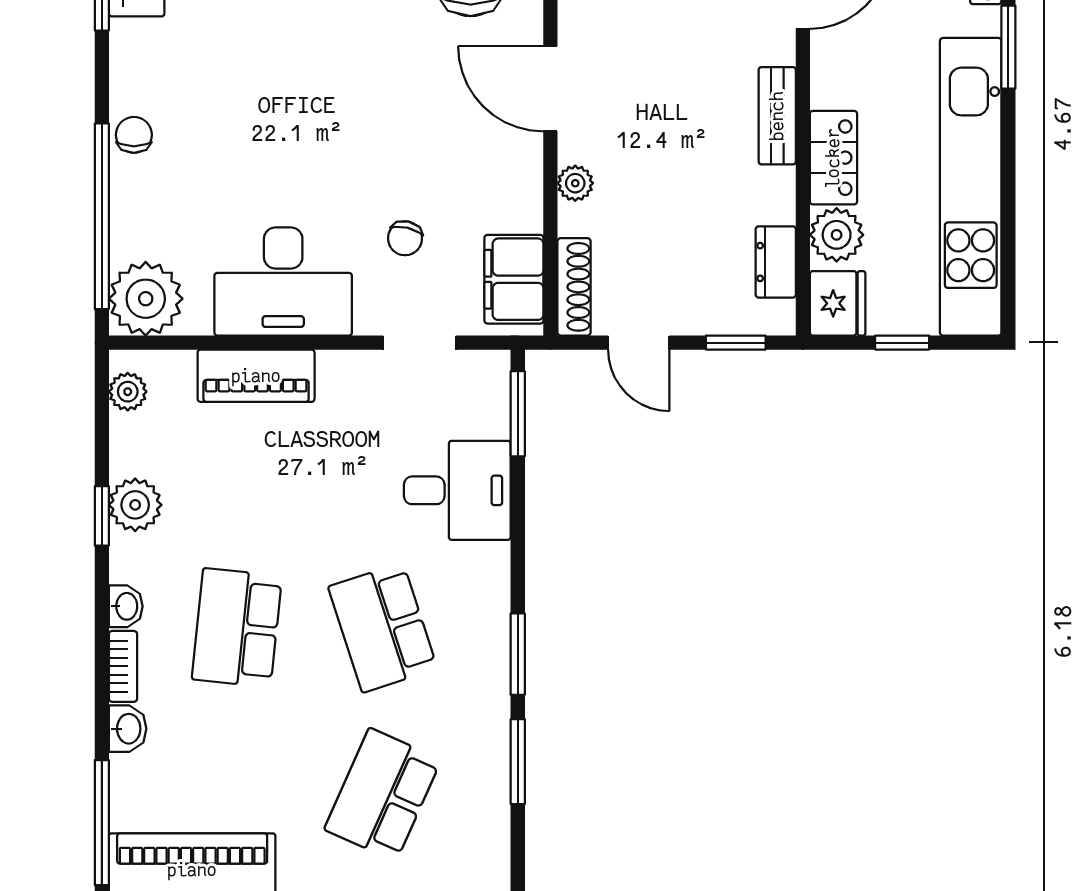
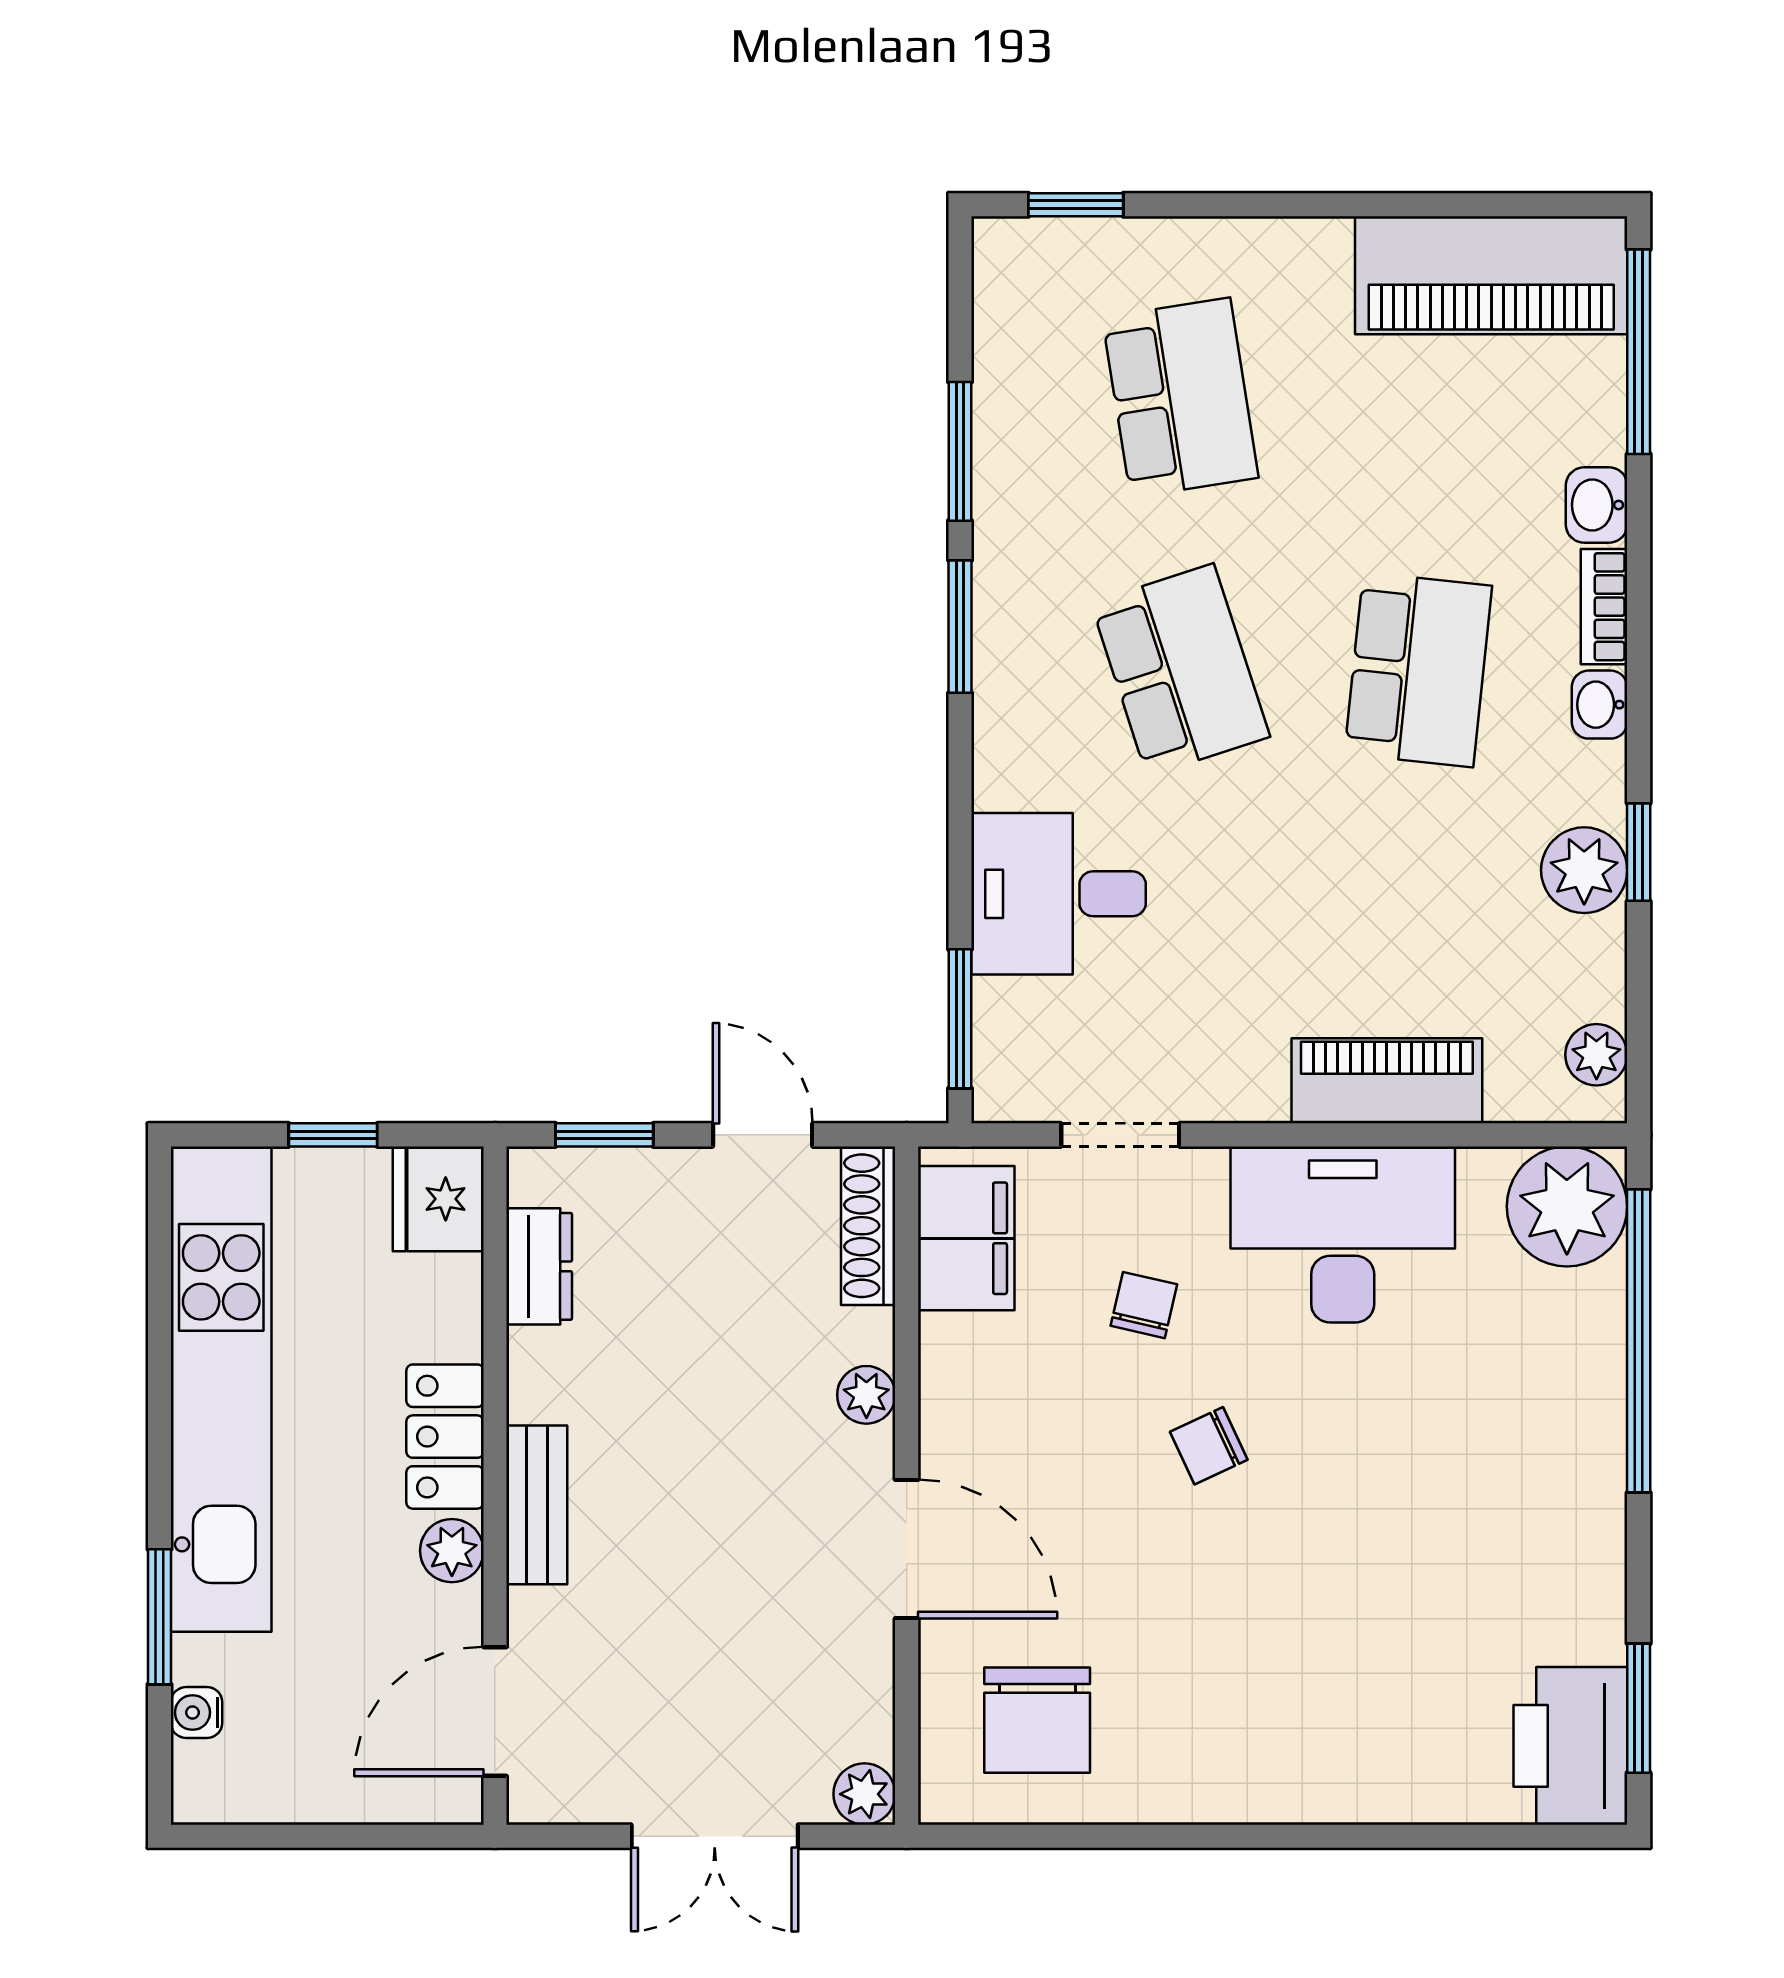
chair: (134, 135) -> (1209, 1446), moved, turned 65
plant: (837, 235) -> (452, 1551), moved, width x0.73, depth x0.73
school desk: (383, 794) -> (1180, 398), turned -33

